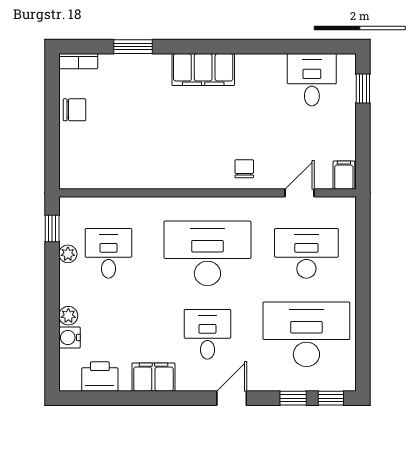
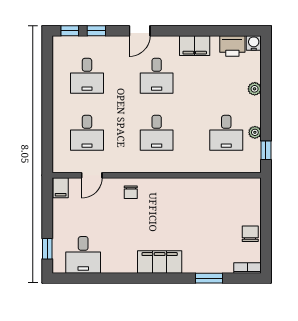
chair: (74, 110) -> (250, 234), turned 90
desk: (207, 253) -> (157, 133), width x0.53, depth x0.77
desk: (306, 253) -> (87, 133), width x0.73
desk: (306, 334) -> (87, 76), width x0.53, depth x0.77
water cooler: (69, 337) -> (254, 43), moved, turned -90

